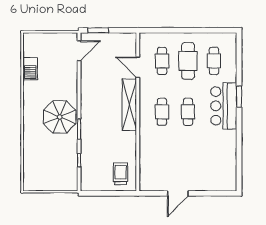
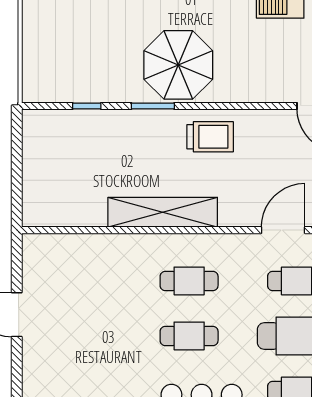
shelving: (129, 105) -> (163, 212), moved
trolley: (121, 174) -> (210, 137), moved

